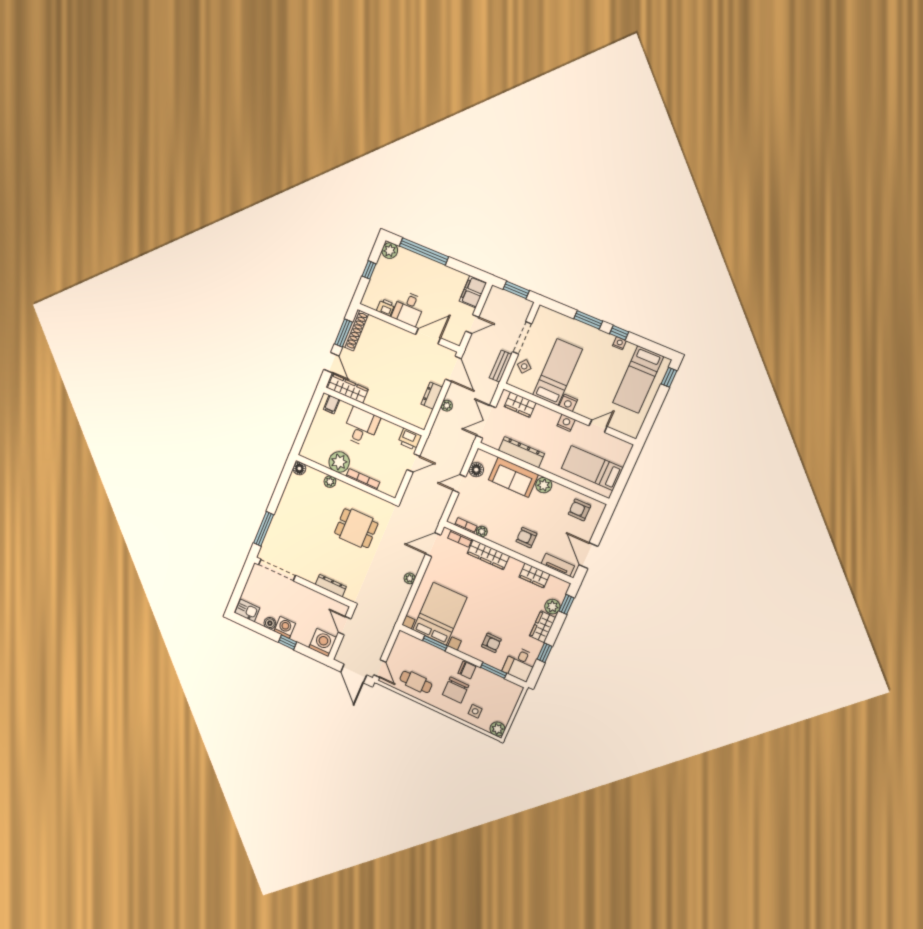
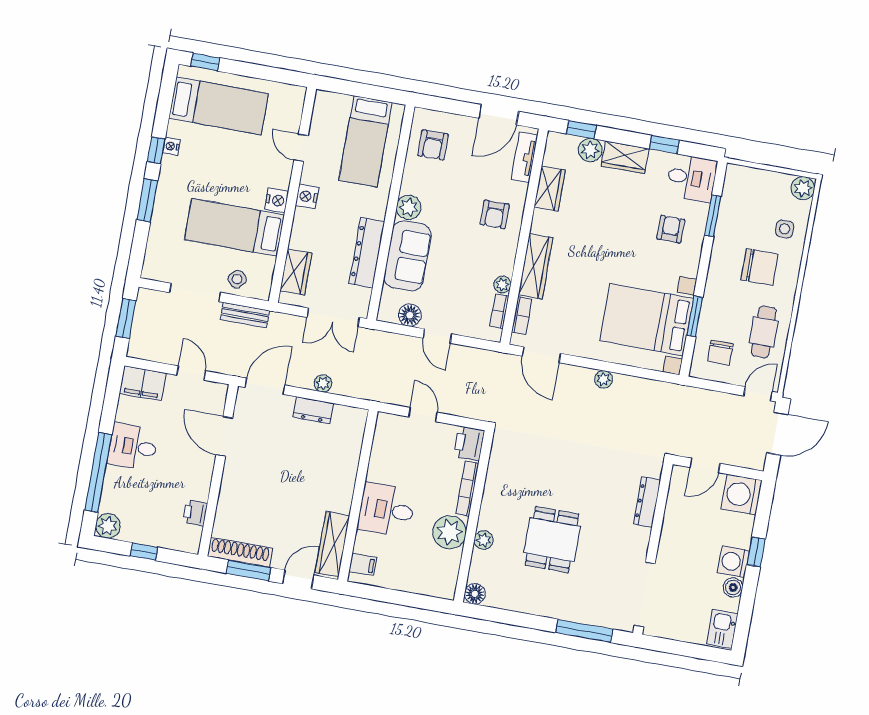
desk: (408, 309) -> (133, 447), moved, turned 180
printer: (410, 439) -> (469, 443), moved, turned 180
dining table: (356, 528) -> (552, 540), moved
chair: (467, 670) -> (720, 352), moved, turned 180

